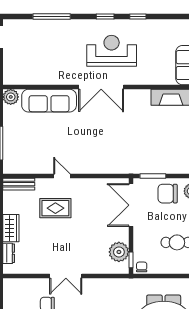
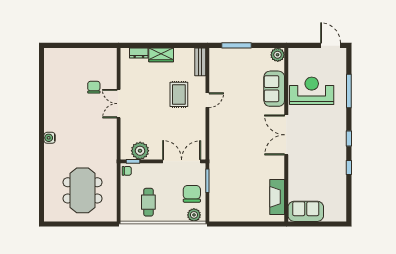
reception desk: (112, 51) -> (312, 91), moved, turned -90
sofa: (49, 101) -> (274, 89), width x0.73

